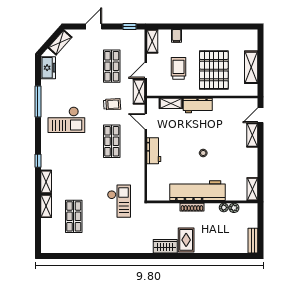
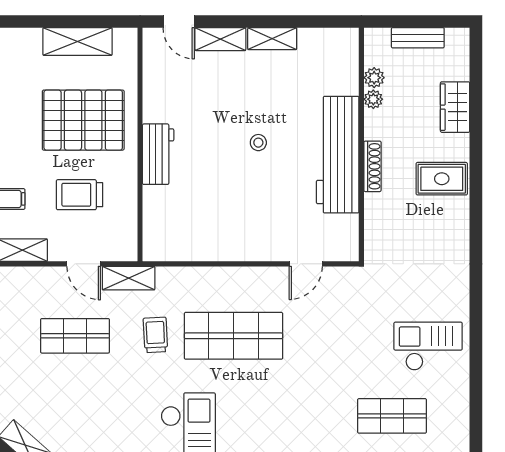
shelving: (171, 103) -> (153, 211), removed
door: (146, 121) -> (306, 264), moved
shop shelf: (112, 141) -> (234, 336), width x1.43, depth x1.36
workbench: (154, 151) -> (253, 247), removed
shelving: (252, 189) -> (272, 39), moved
checkout: (119, 201) -> (428, 346), moved
bench: (253, 241) -> (418, 38), moved
wardrobe: (165, 246) -> (455, 107), moved

